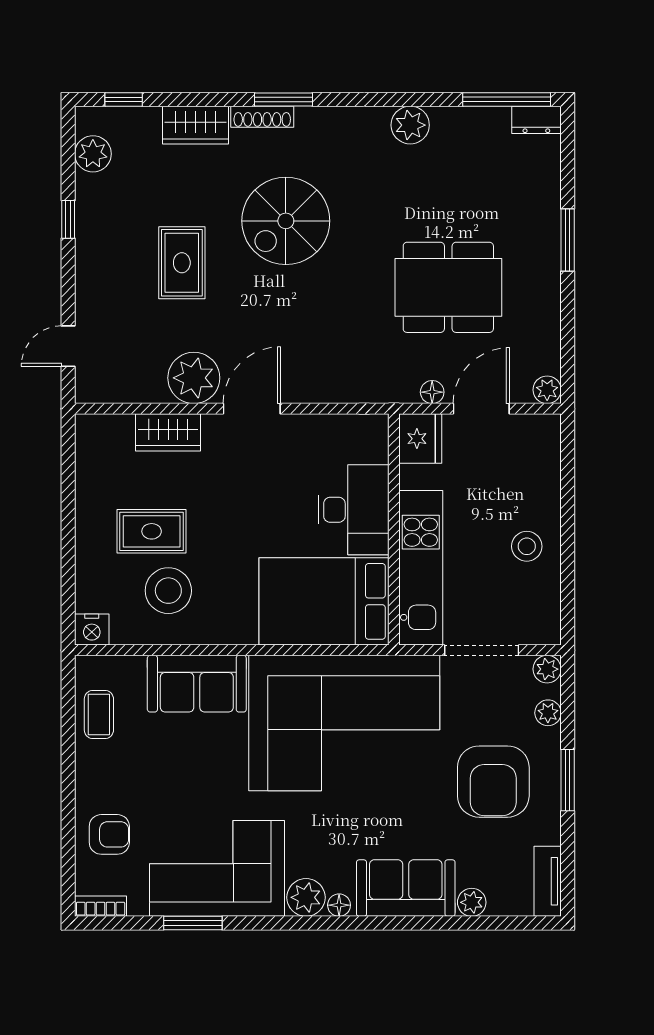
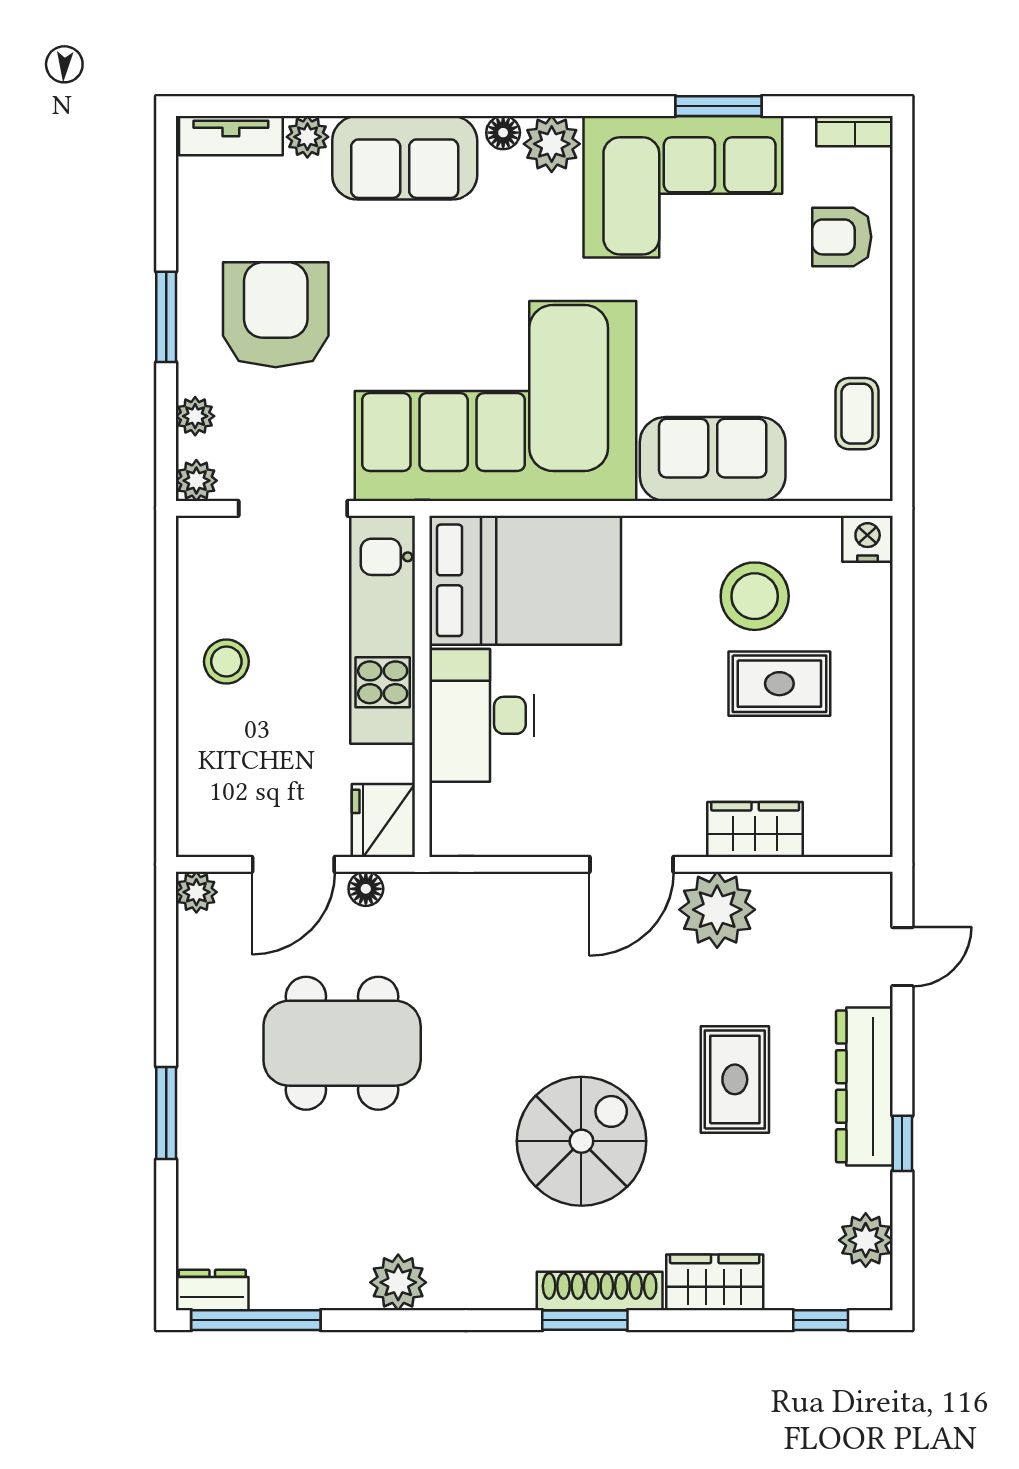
shoe rack: (262, 117) -> (600, 1291), width x1.36, depth x1.24
dresser: (94, 258) -> (864, 1086), added
tv unit: (548, 881) -> (231, 136), moved, turned 90

